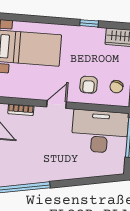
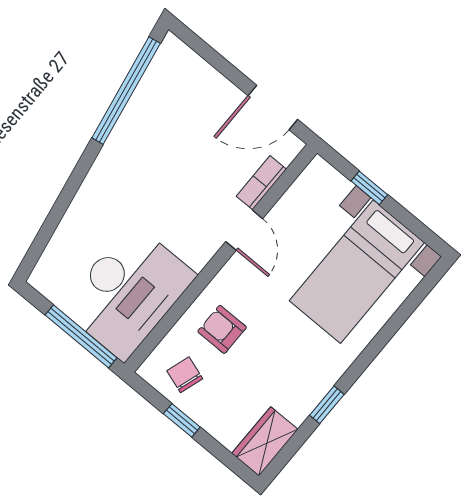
door: (56, 104) -> (244, 230), moved

